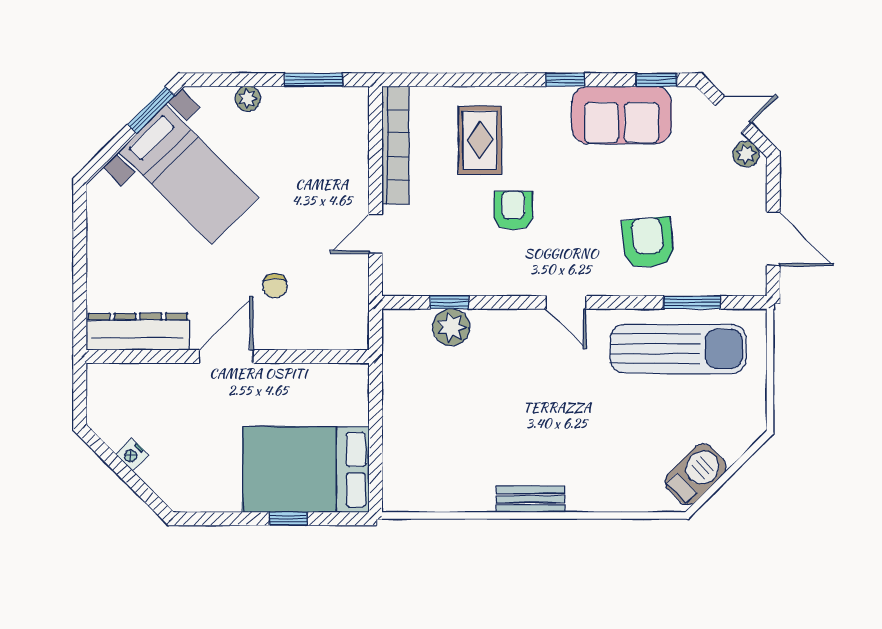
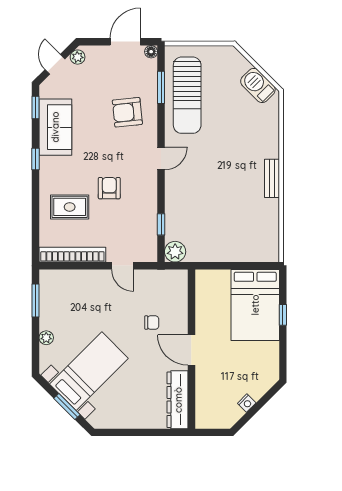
window: (151, 110) -> (67, 407), moved
armchair: (513, 210) -> (109, 188), turned 90
floor lamp: (755, 285) -> (151, 52), added
plant: (451, 327) -> (175, 252), moved
sun lounger: (678, 349) -> (187, 95), turned 180

